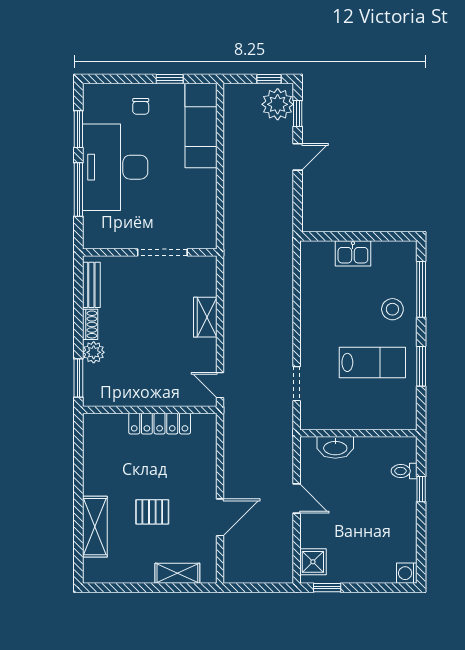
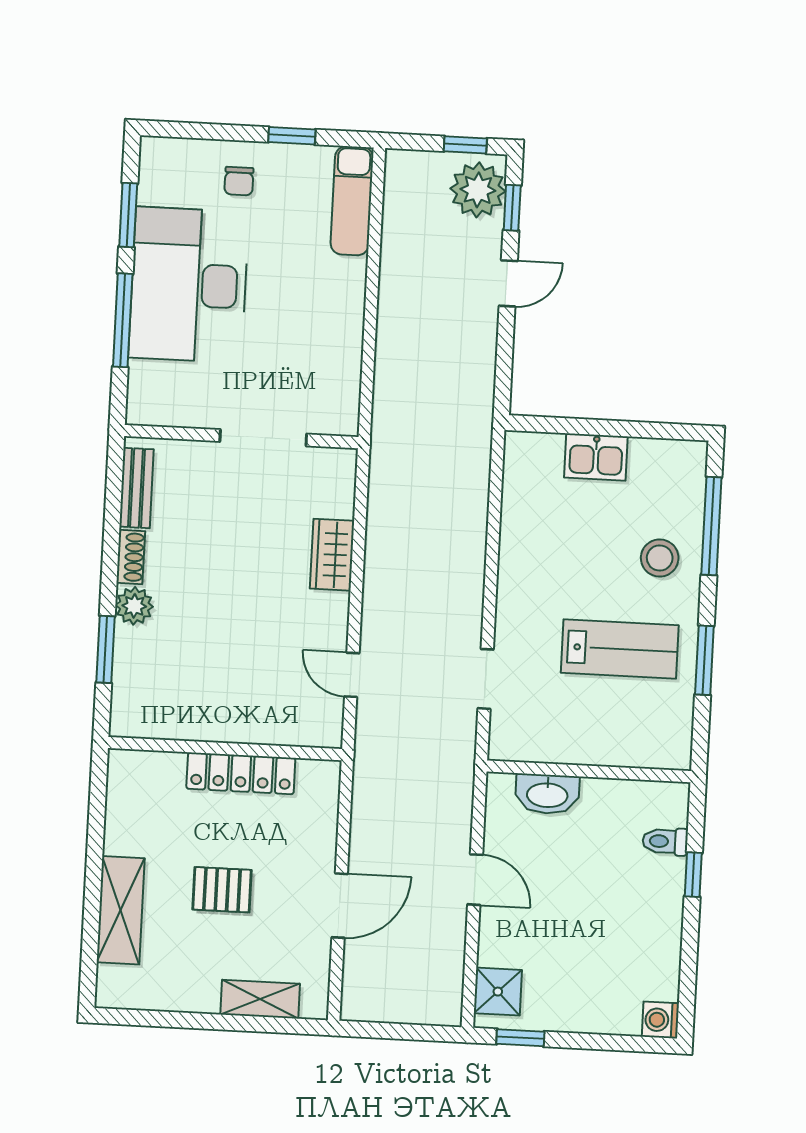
exam couch: (201, 126) -> (352, 201), width x0.73, depth x0.69
wall: (150, 410) -> (225, 749), moved
locker: (160, 424) -> (241, 773), moved

